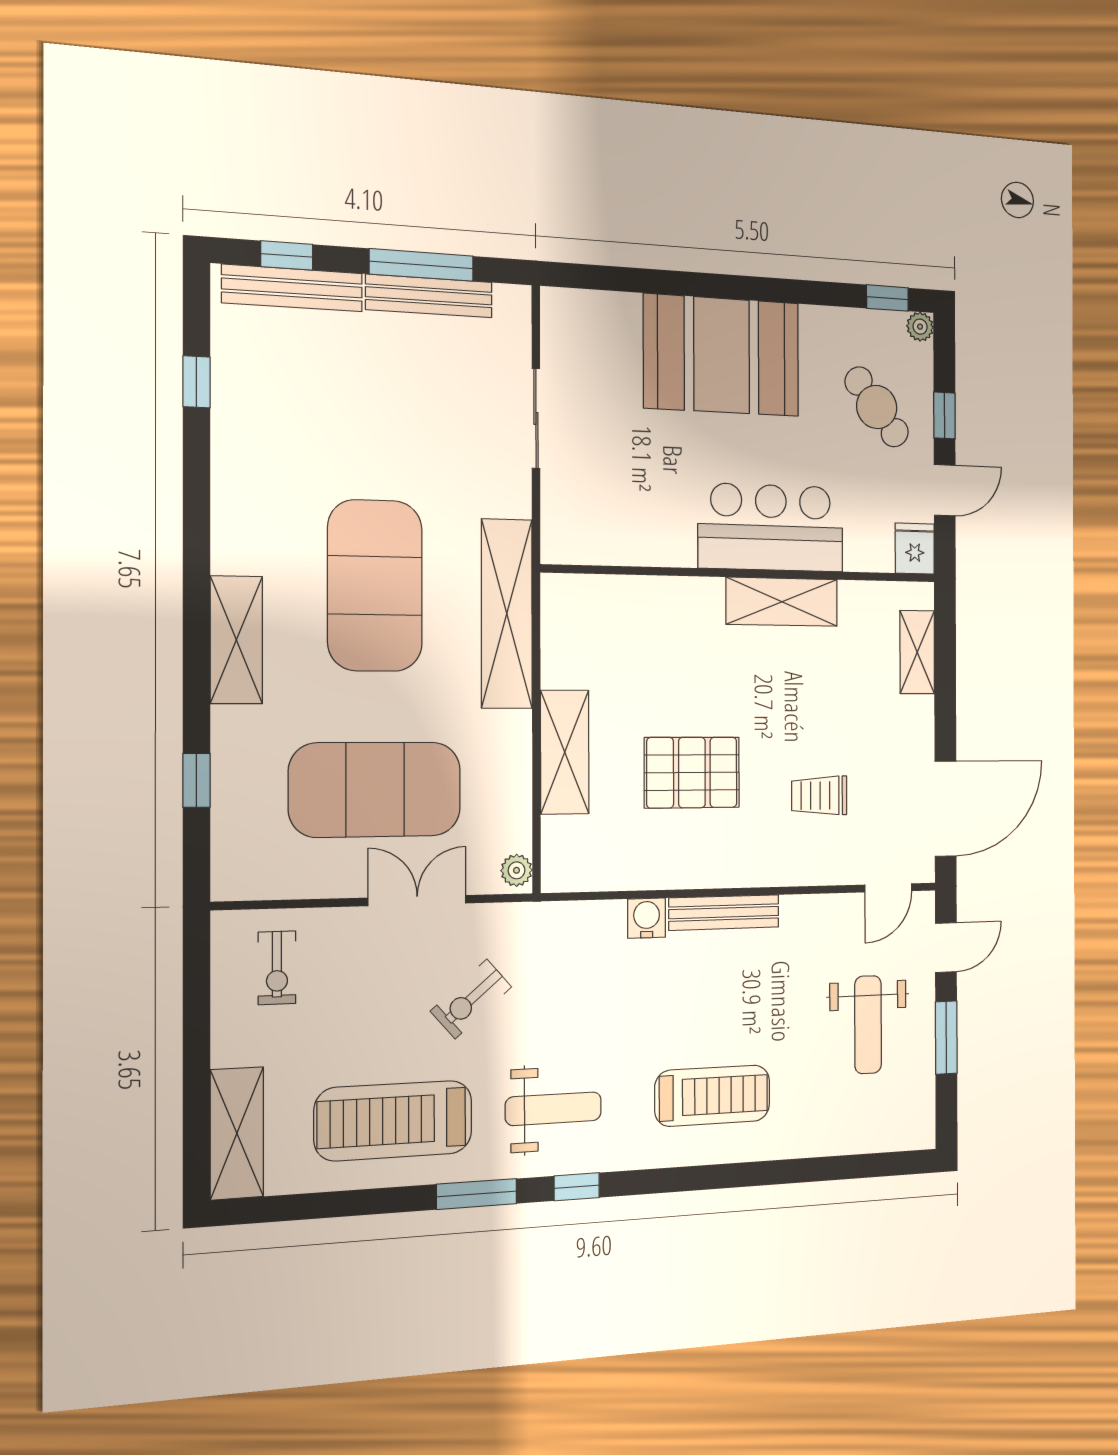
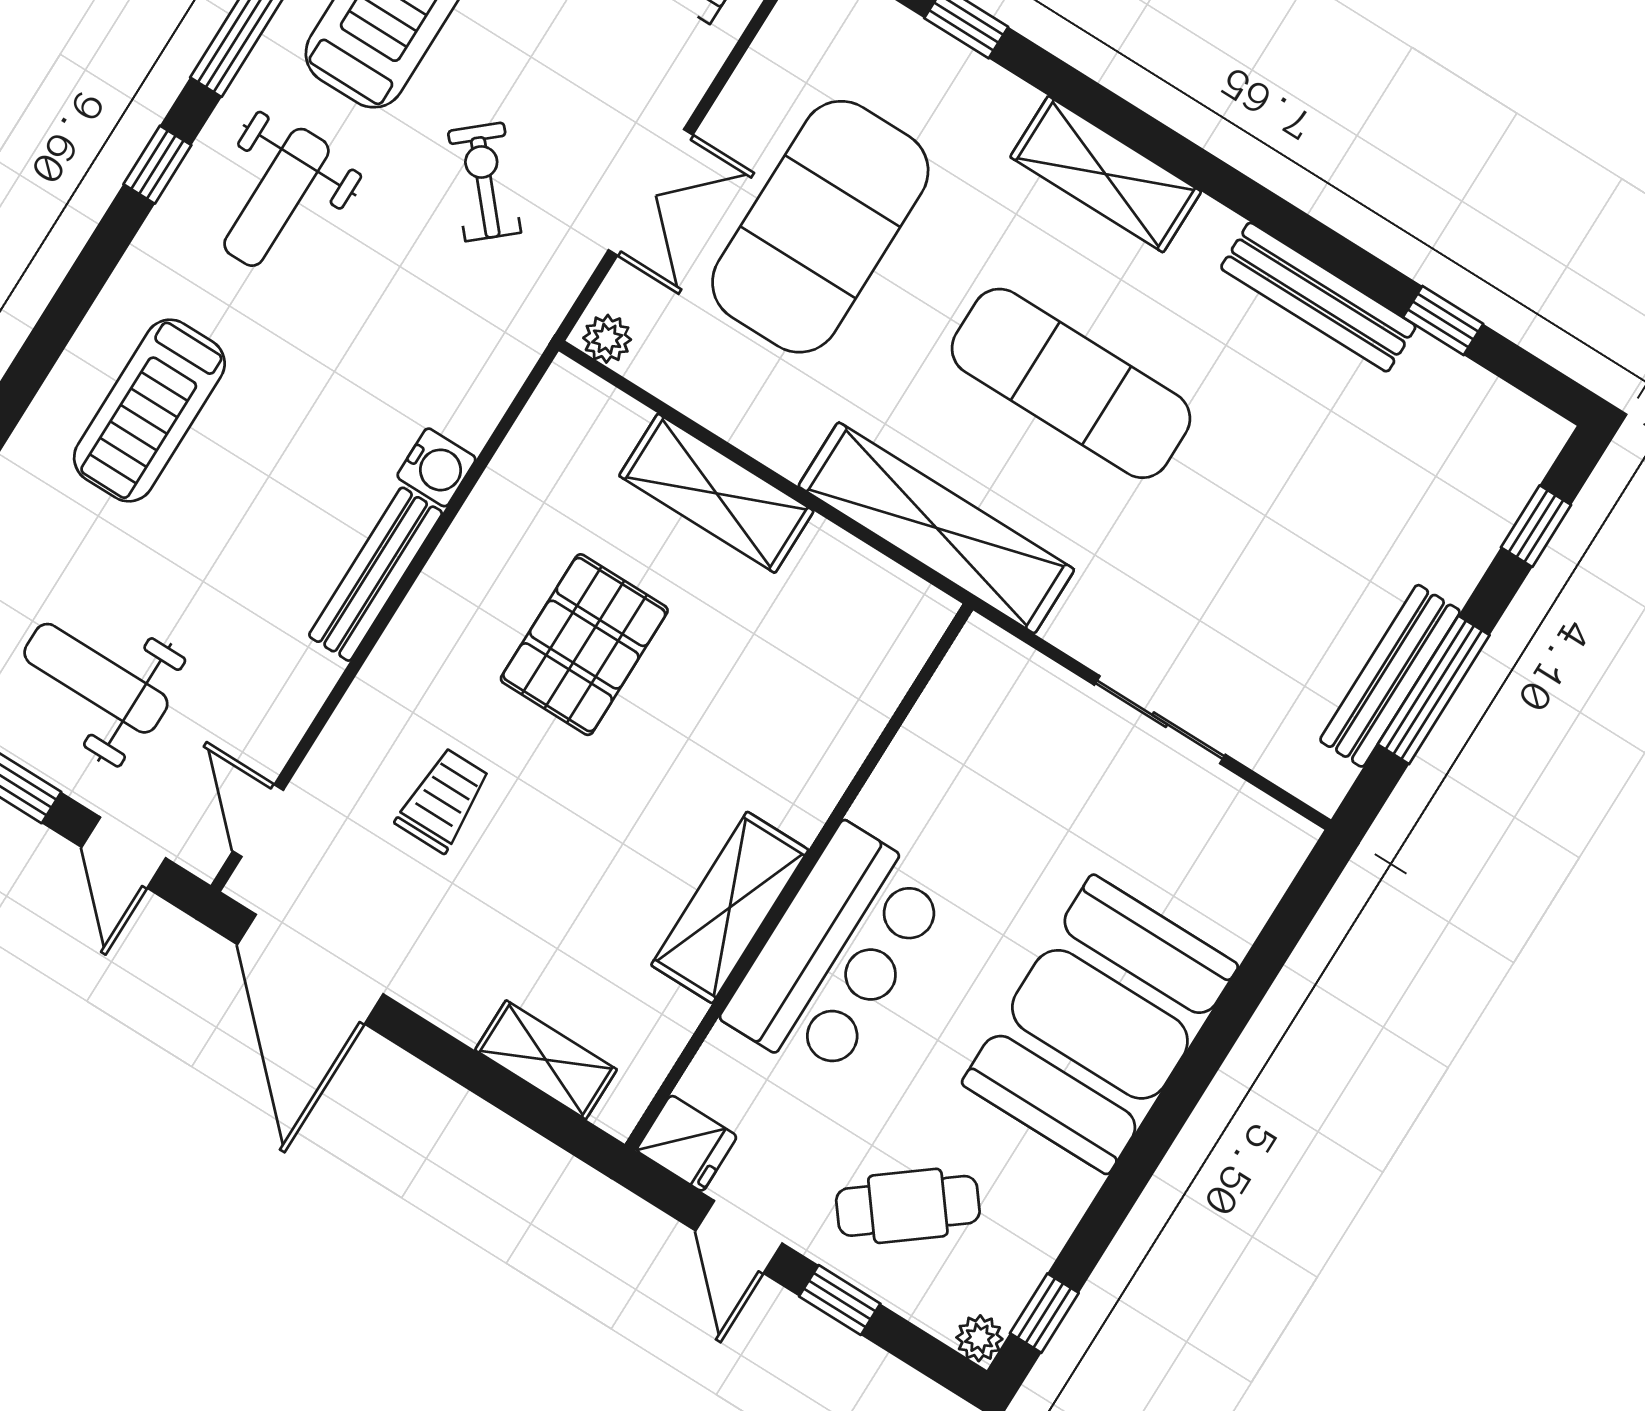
bench: (292, 288) -> (1318, 297), moved, turned 90
exercise mat: (375, 586) -> (1071, 383), width x0.68

